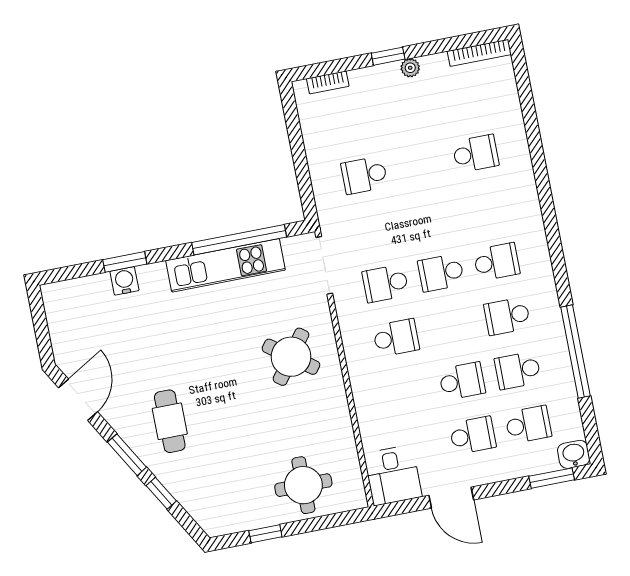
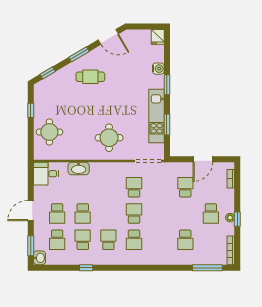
window: (388, 56) -> (237, 219), moved
window: (526, 95) -> (207, 268), added
door: (298, 149) -> (203, 159), added
window: (239, 240) -> (167, 124), width x0.47
window: (125, 262) -> (167, 85), moved
fridge: (58, 295) -> (158, 37), added
school desk: (396, 338) -> (211, 214), moved
window: (575, 351) -> (86, 268), width x0.32
round table: (291, 357) -> (109, 138), turned -36
washbasin: (369, 408) -> (79, 169), added
window: (161, 493) -> (48, 73), moved
door: (451, 498) -> (31, 211), moved

